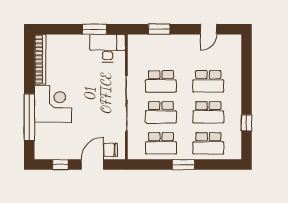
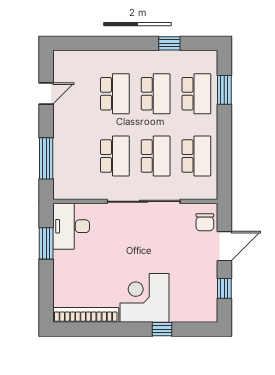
window: (159, 29) -> (46, 158), width x1.44
door: (208, 29) -> (46, 93), hinge flipped
window: (29, 117) -> (162, 329), width x0.32
door: (92, 165) -> (224, 246), swing flipped
window: (183, 165) -> (224, 90), moved

